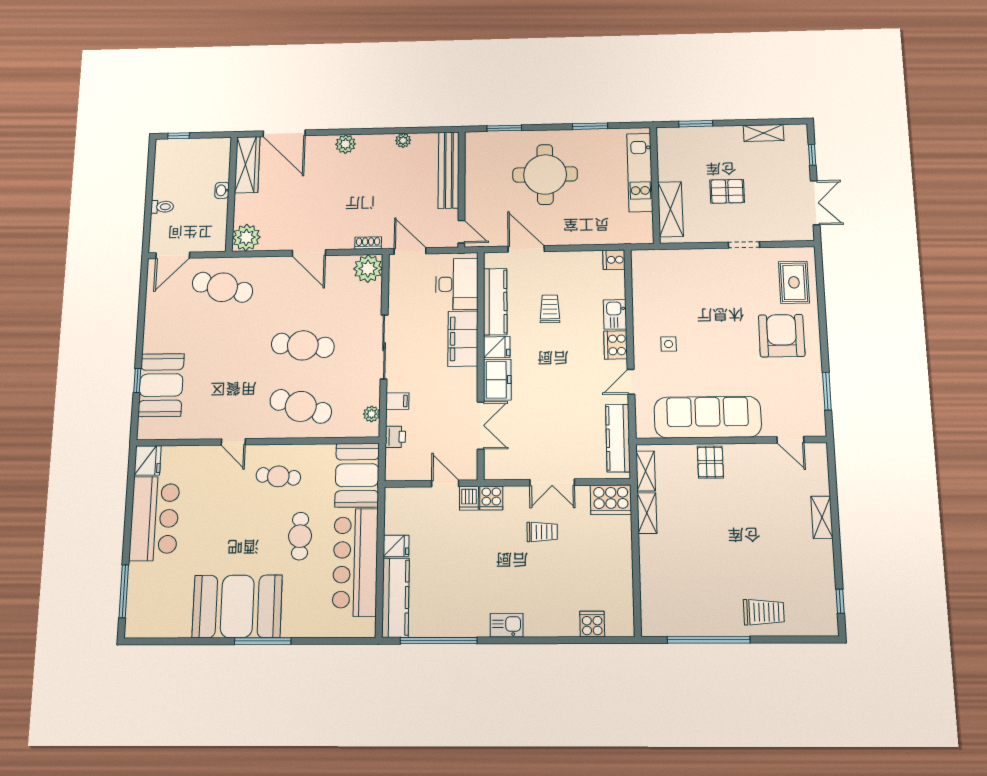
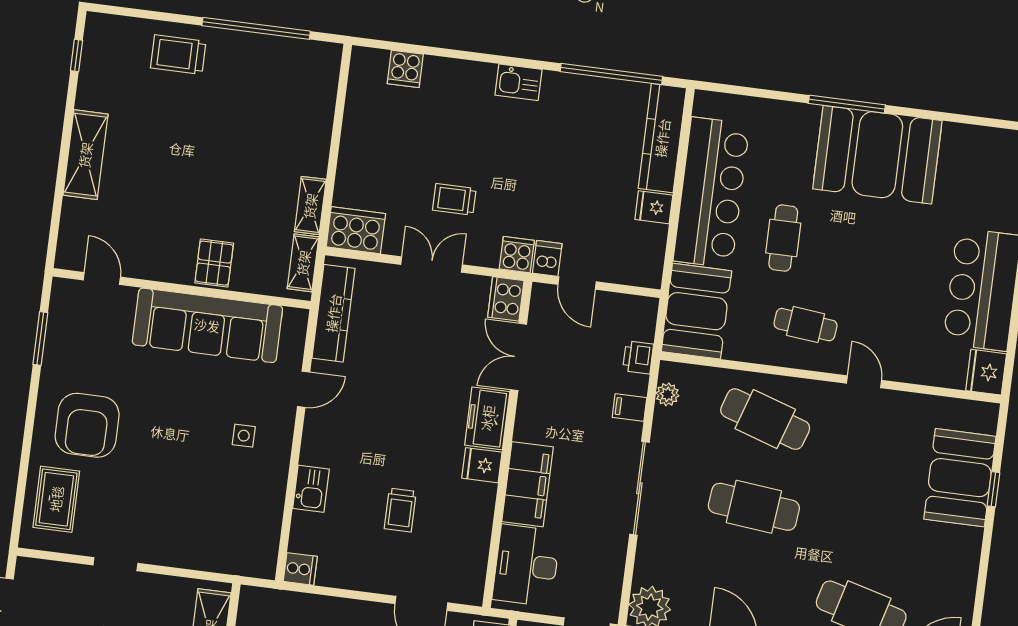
kitchen counter: (495, 302) -> (475, 532), removed
cooker: (616, 345) -> (506, 299), moved, turned 180
shelving: (822, 517) -> (85, 155), width x1.50, depth x1.33

